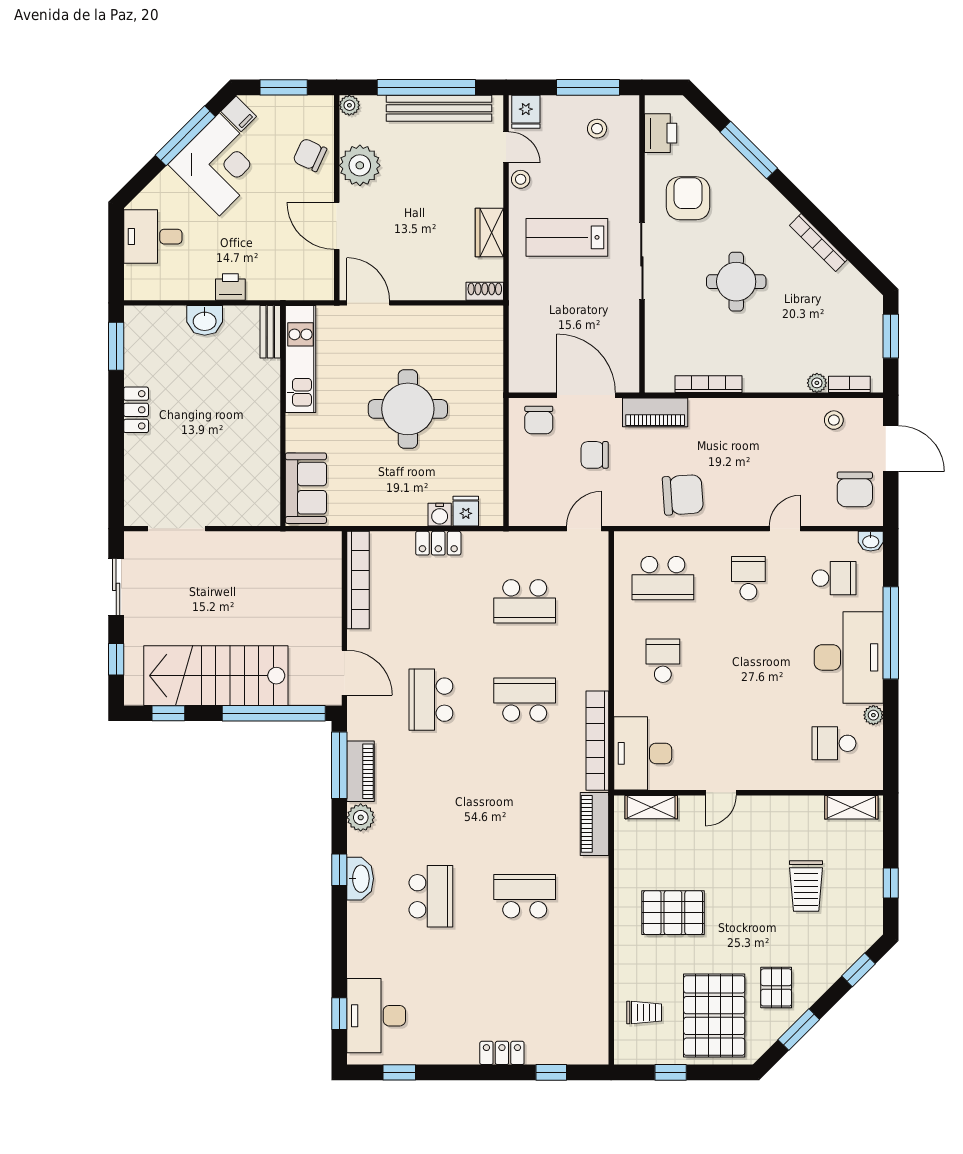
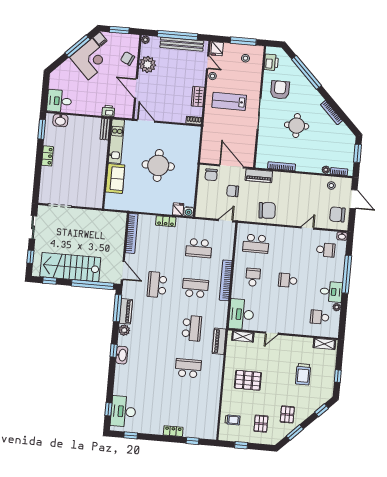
window: (749, 150) -> (306, 72), width x1.46
desk: (153, 237) -> (59, 101), moved
printer: (230, 287) -> (108, 111), moved
washbasin: (205, 320) -> (60, 120), moved
sofa: (306, 488) -> (115, 178), moved
chair: (855, 489) -> (337, 214), turned 90
water cooler: (440, 515) -> (189, 212), moved
school desk: (748, 578) -> (288, 280), moved, turned -90
desk: (849, 657) -> (331, 292), width x0.53, depth x0.77
bookcase: (597, 741) -> (226, 280), moved
school desk: (431, 896) -> (192, 328), moved
pallet: (714, 1016) -> (261, 424), width x0.49, depth x0.50

